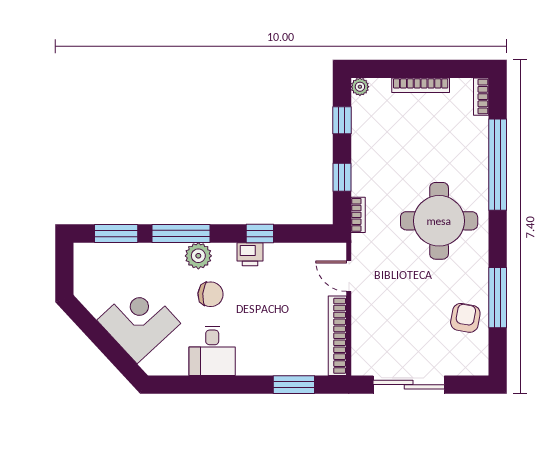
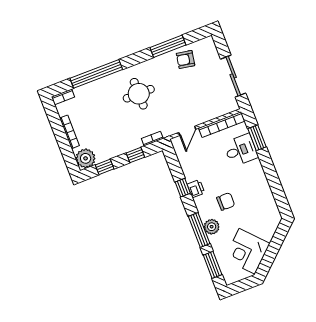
plant: (360, 87) -> (86, 158), width x1.88, depth x1.88
round table: (439, 221) -> (139, 94), width x0.73, depth x0.73
plant: (198, 256) -> (212, 227), moved
chair: (211, 294) -> (226, 201), turned 85
corner desk: (139, 322) -> (247, 251), moved
desk: (212, 351) -> (241, 150), moved

